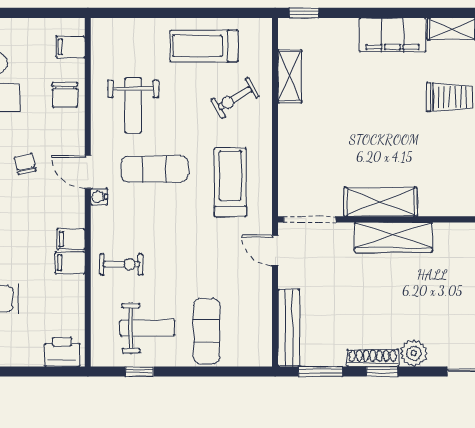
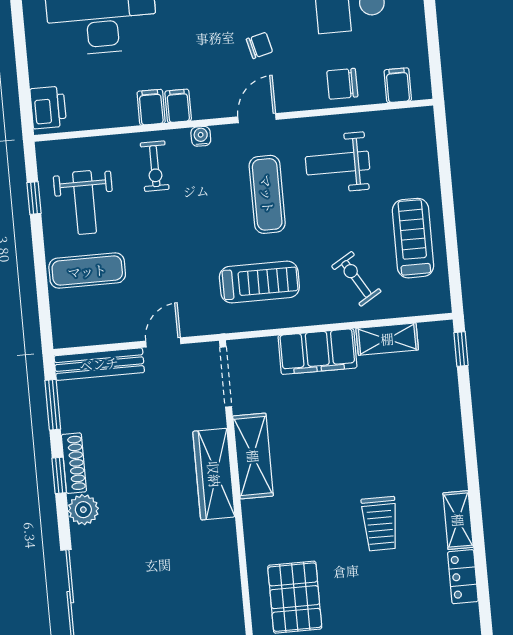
filing cabinet: (393, 35) -> (318, 352), moved, turned -90
water cooler: (99, 197) -> (201, 136), moved
door: (275, 251) -> (163, 342), moved

